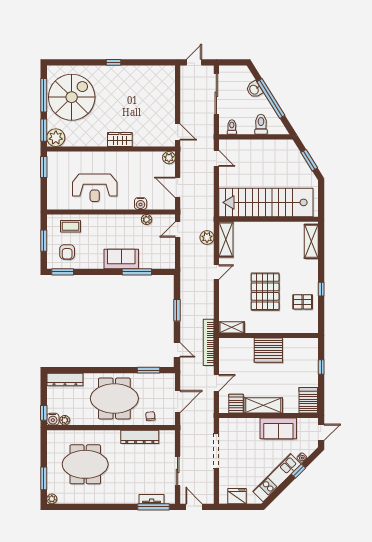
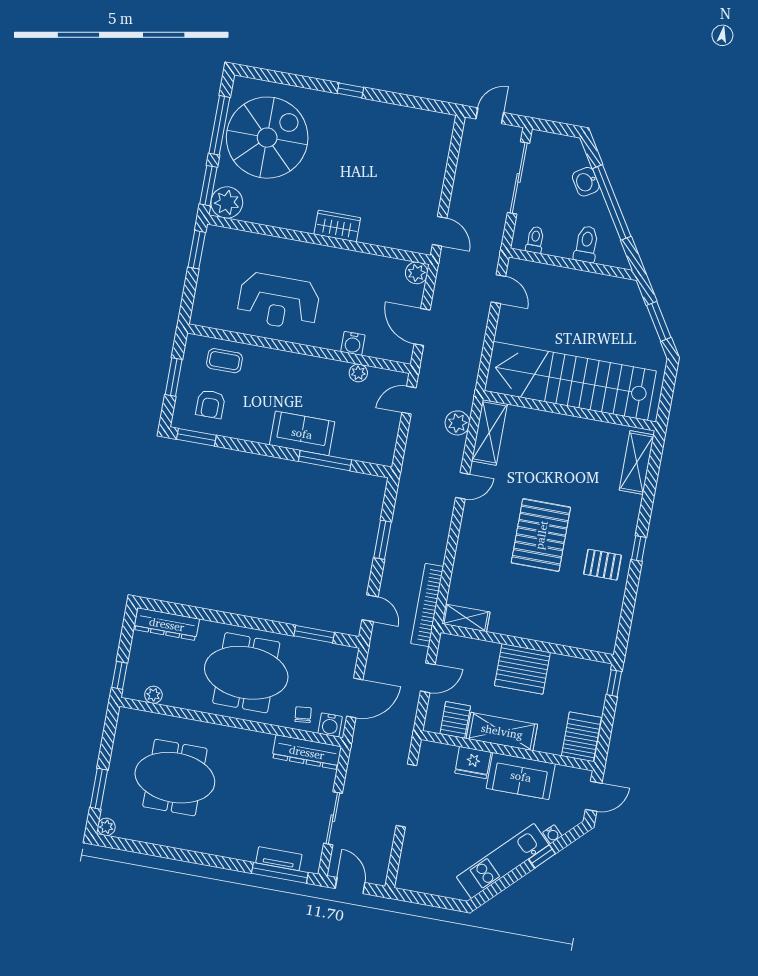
shelving: (232, 327) -> (466, 618), moved
wall: (268, 336) -> (527, 644), moved
server rack: (268, 350) -> (522, 669), moved
water cooler: (53, 419) -> (330, 725), moved
dresser: (140, 437) -> (307, 752), moved
fridge: (237, 496) -> (473, 763), moved, turned 180

